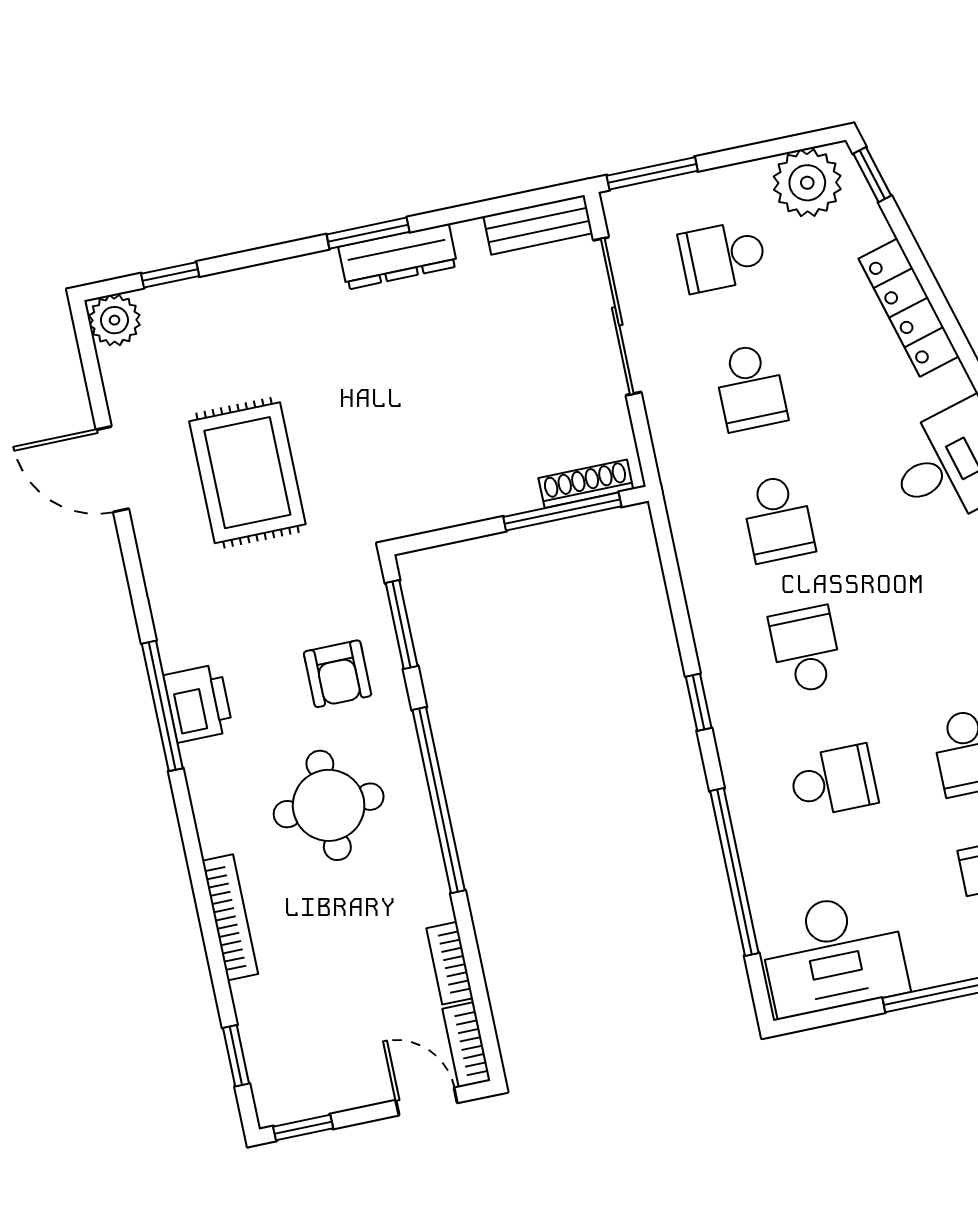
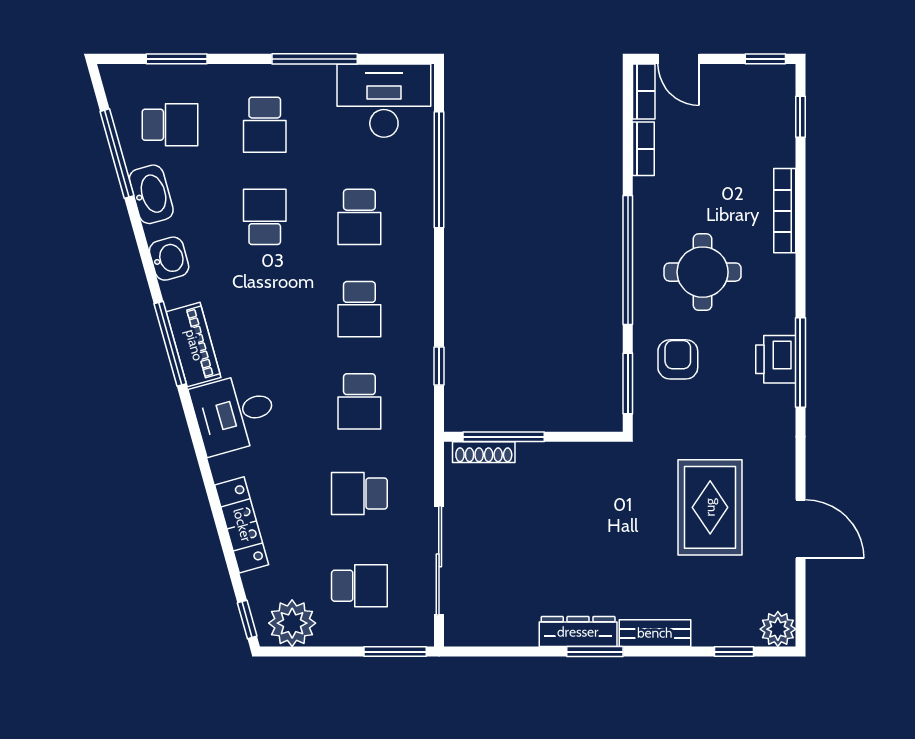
bench: (538, 225) -> (655, 633), moved
school desk: (750, 387) -> (359, 494), turned -90
school desk: (778, 519) -> (359, 401), turned 180
window: (699, 702) -> (439, 366), moved
school desk: (833, 781) -> (359, 217), turned -90

